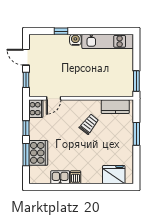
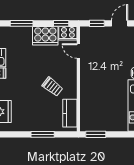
window: (26, 128) -> (61, 23), moved
cooker: (38, 153) -> (45, 36), moved

